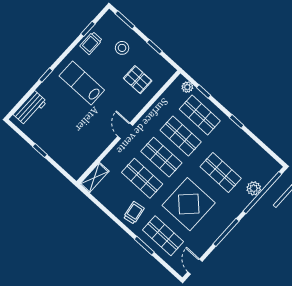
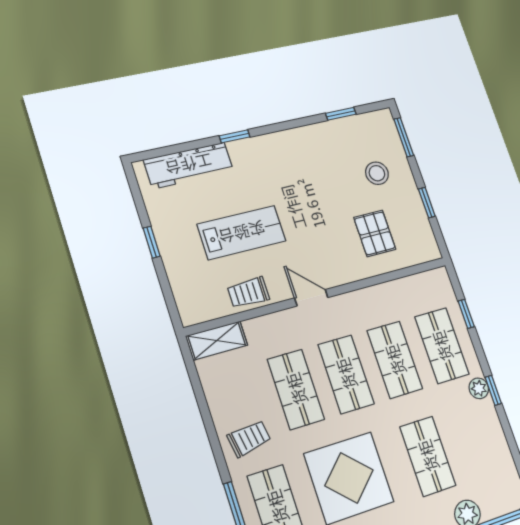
trolley: (91, 43) -> (248, 292), moved
lab bench: (82, 83) -> (242, 233), moved, turned 90
plant: (187, 87) -> (479, 388), moved
workbench: (30, 108) -> (189, 165), width x1.38
door: (125, 131) -> (311, 298), hinge flipped

